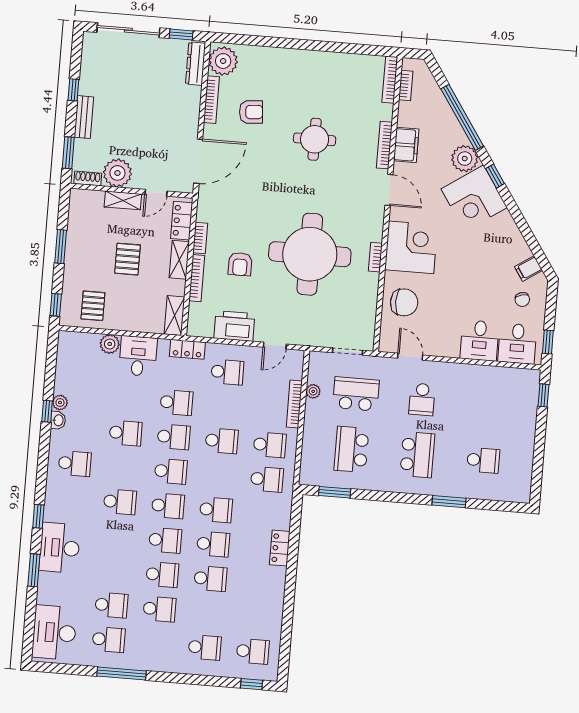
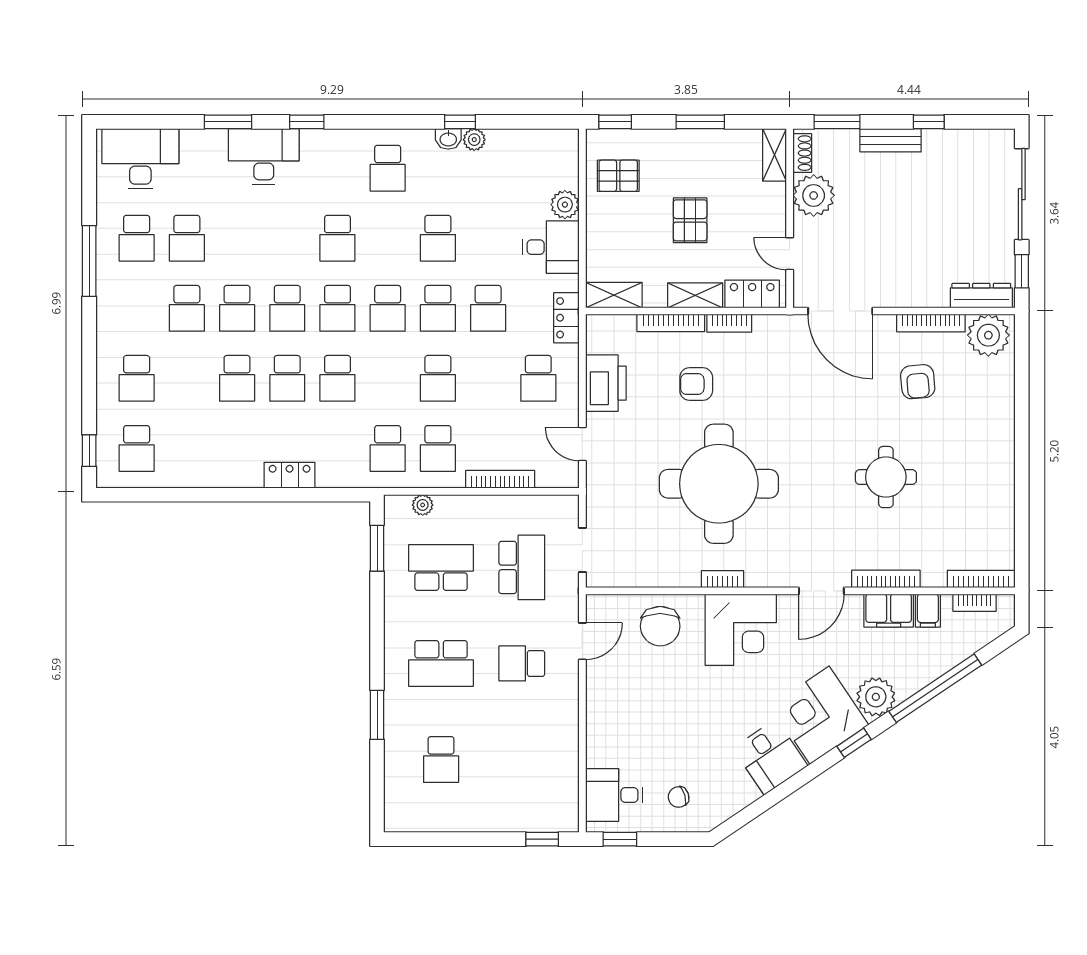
shelving: (123, 200) -> (774, 155), moved
pallet: (128, 259) -> (690, 220), turned 90
filing cabinet: (528, 269) -> (928, 611), moved, turned -146
desk: (480, 340) -> (770, 757), moved, turned -124
plant: (313, 391) -> (423, 505), moved

